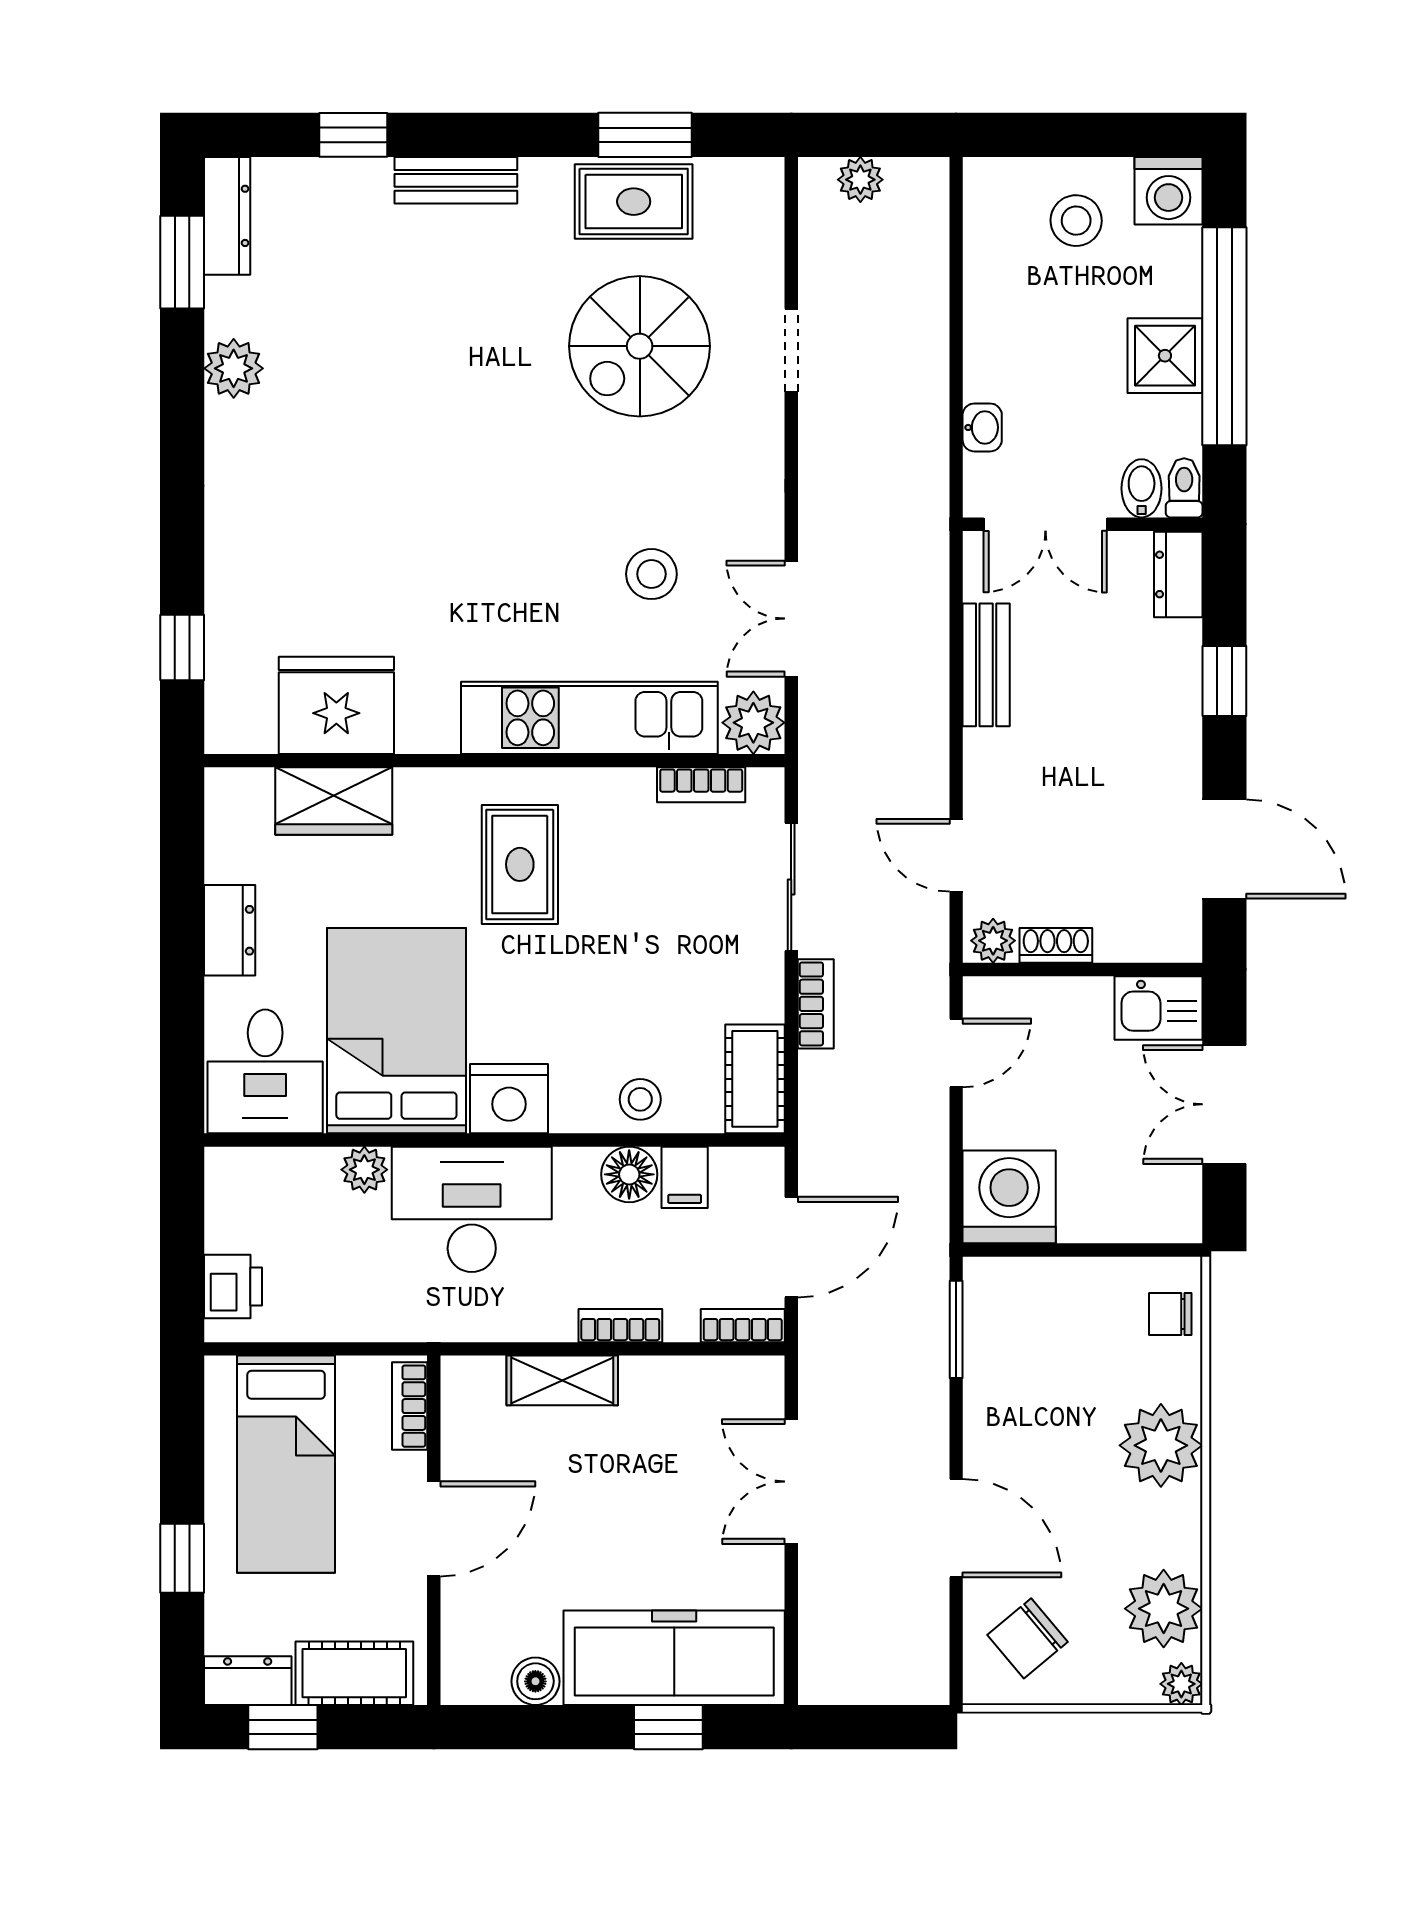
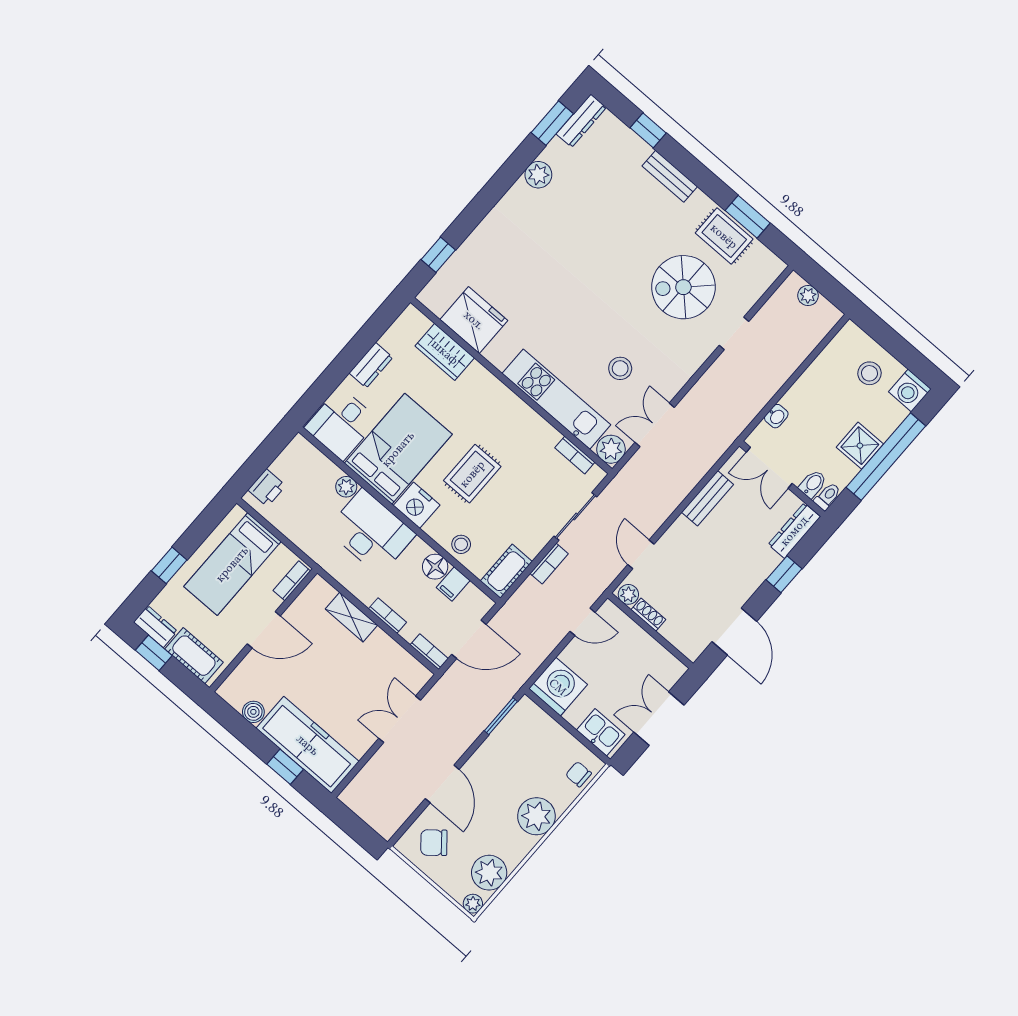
dresser: (1178, 574) -> (794, 531), width x1.44
rug: (520, 864) -> (472, 474), moved
kitchen sink: (1159, 1008) -> (601, 732), moved, turned 180

